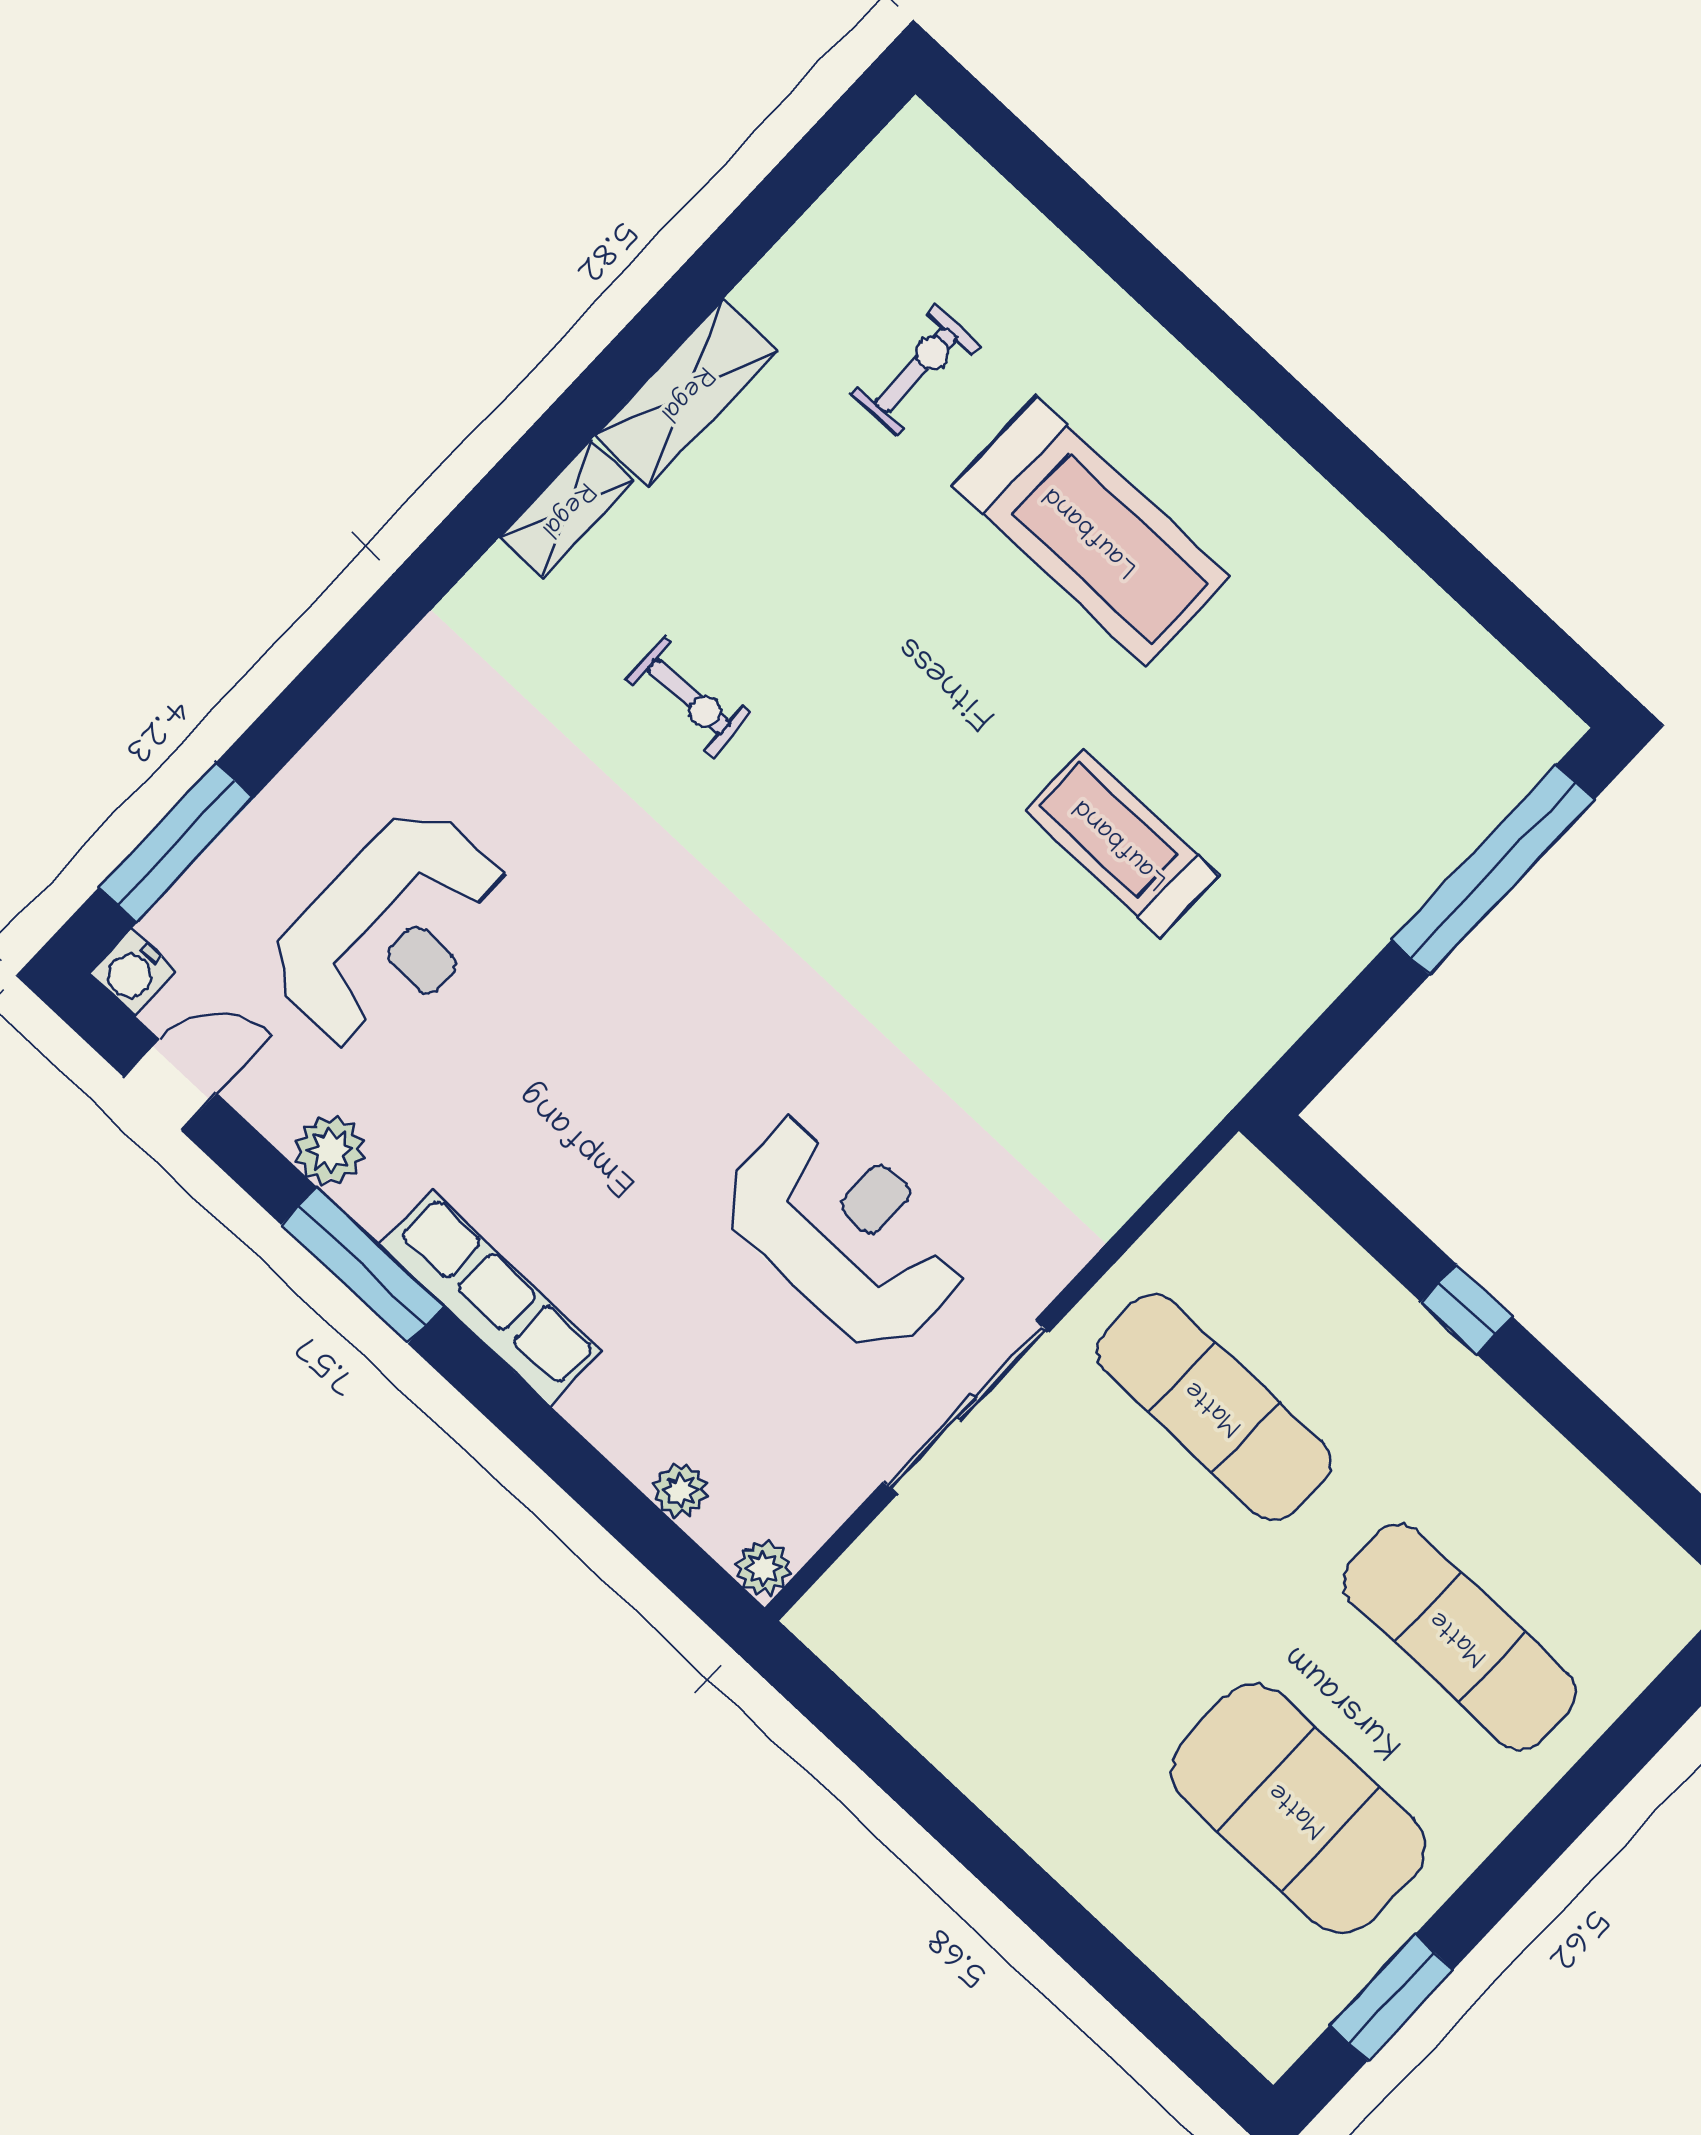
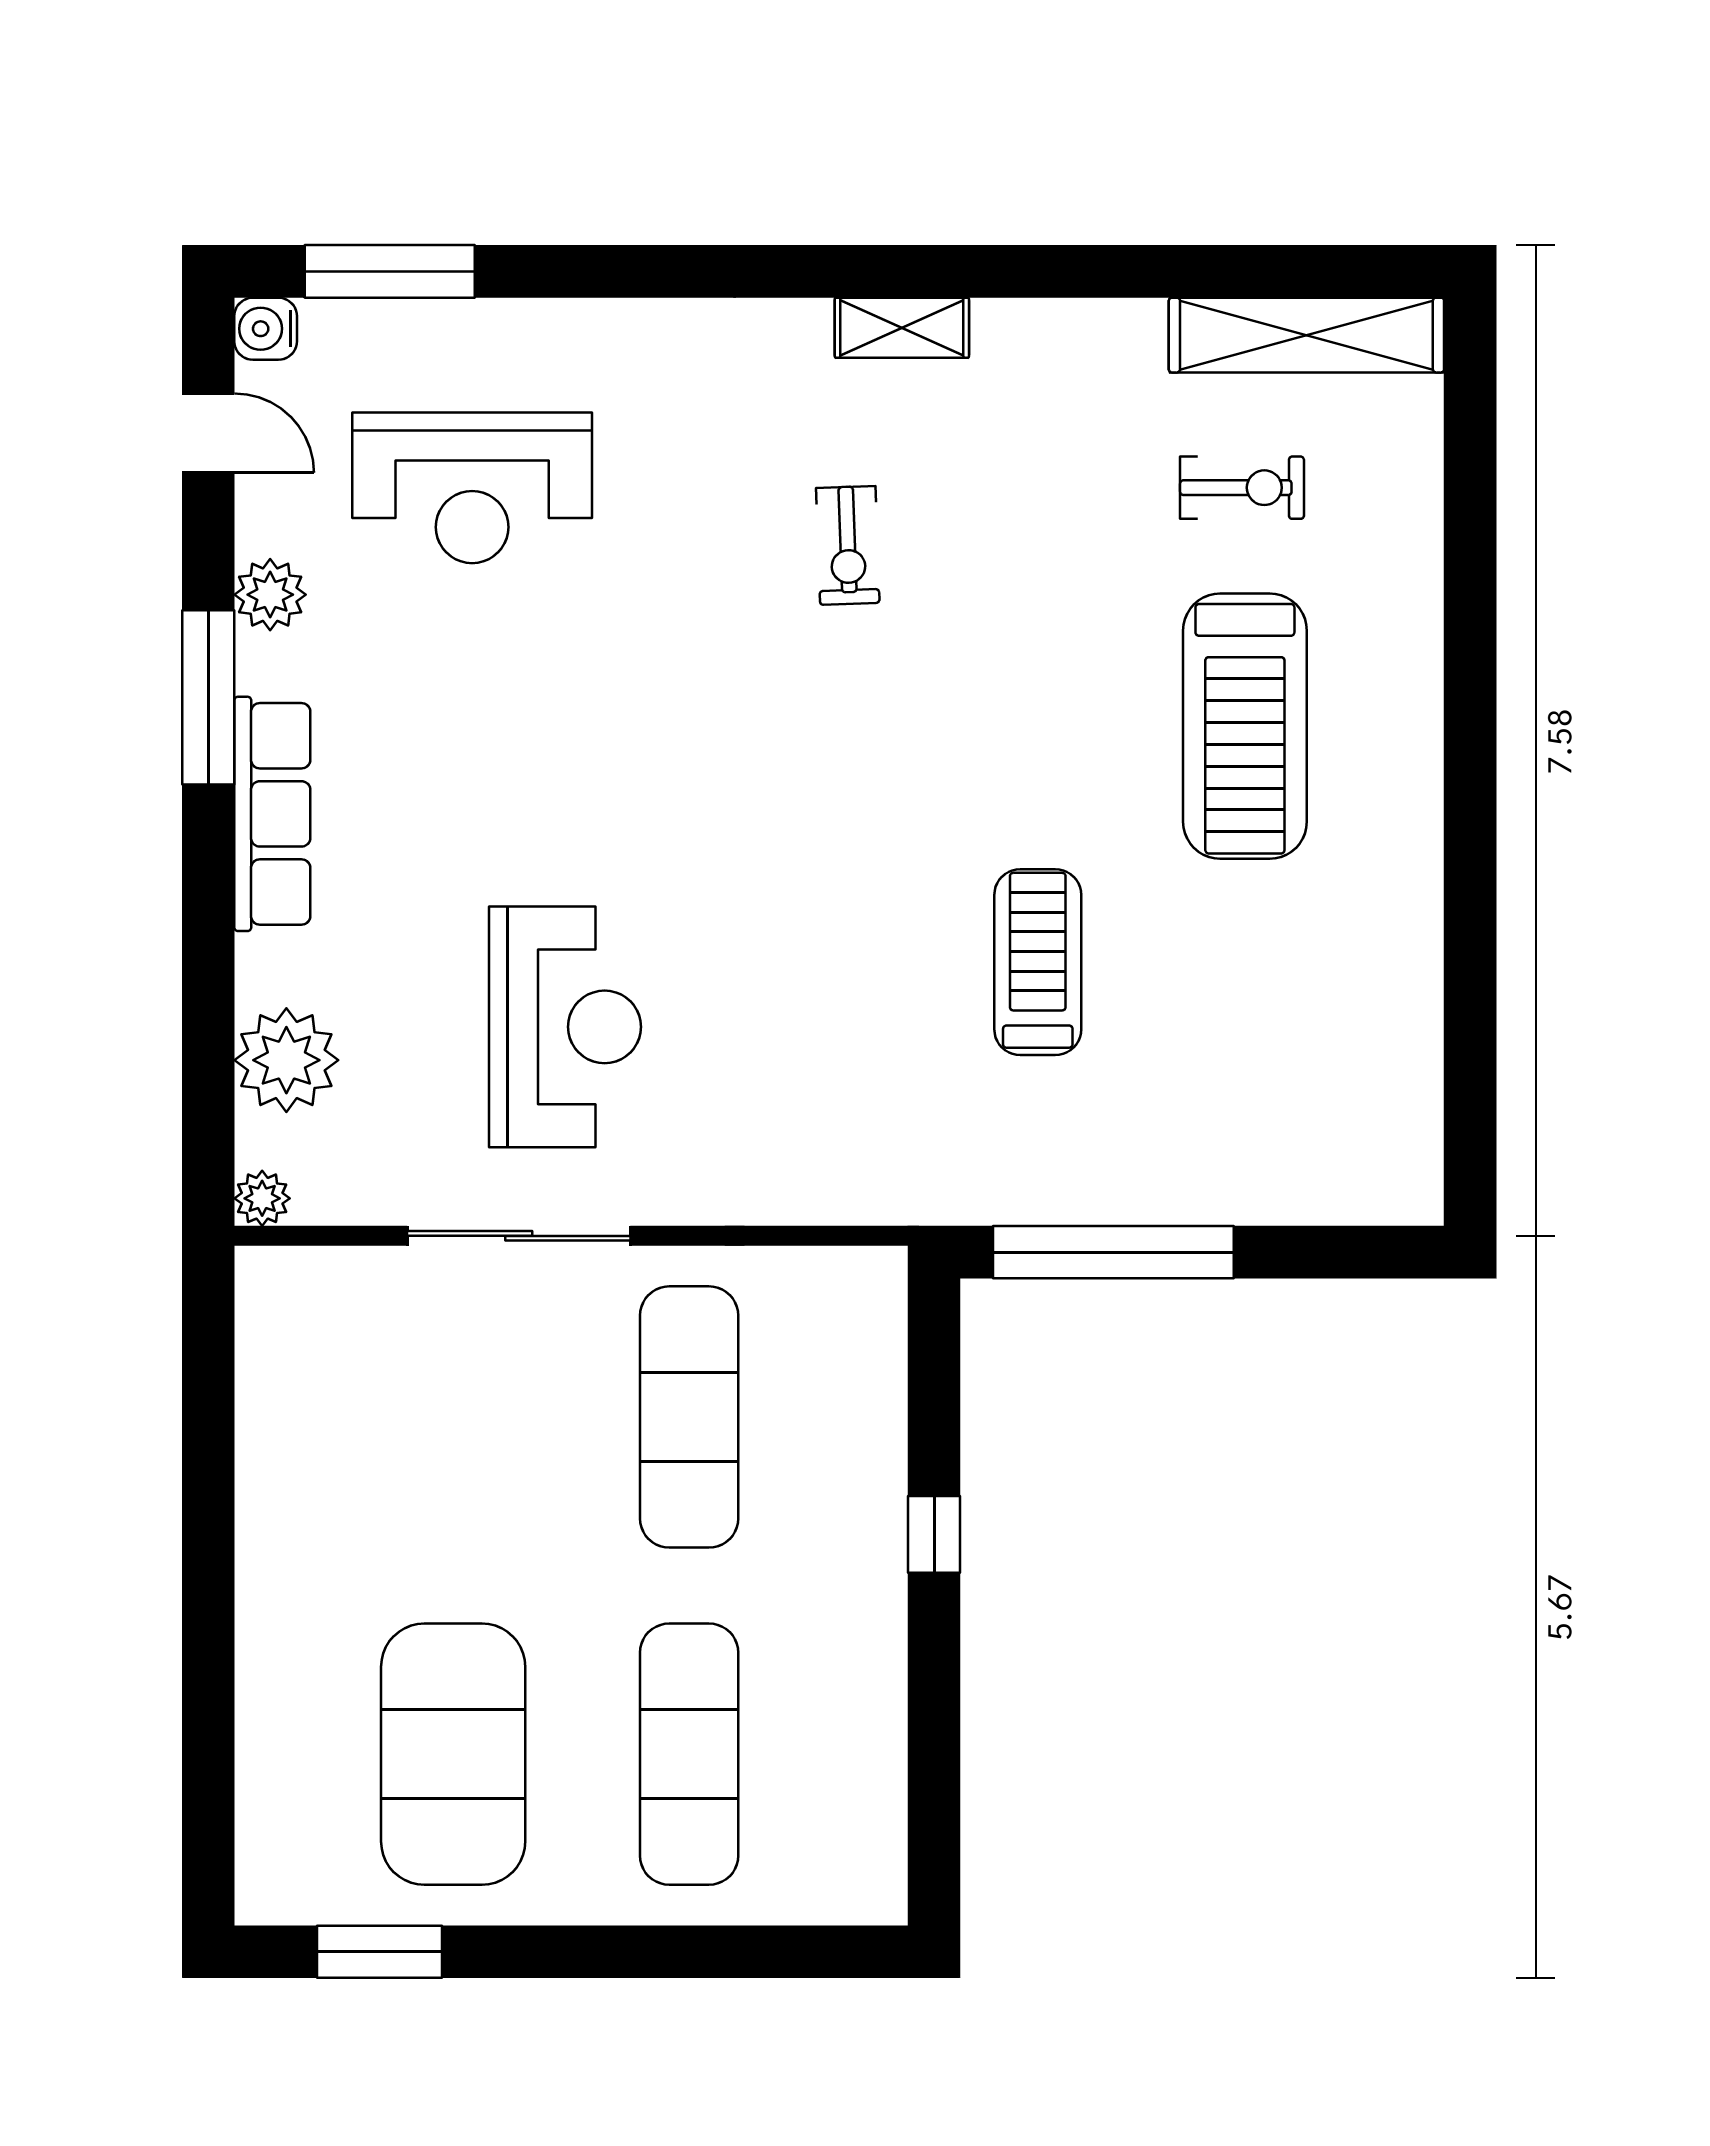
shelving: (686, 393) -> (1306, 335), moved, width x1.47
window: (1493, 870) -> (1113, 1252), moved
plant: (681, 1490) -> (286, 1060), width x1.88, depth x1.88

